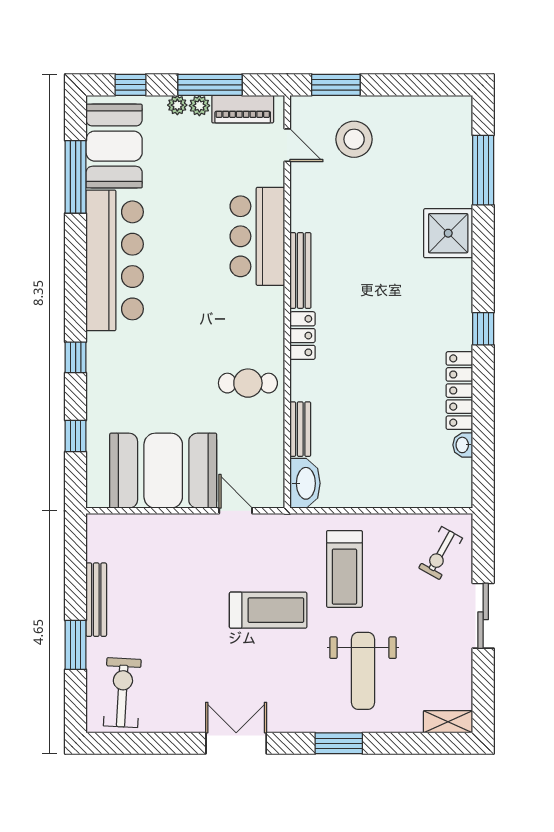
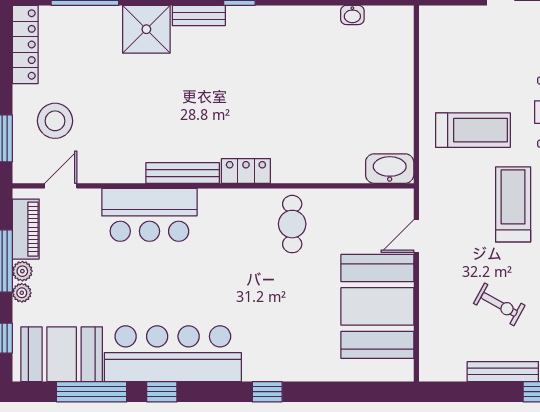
locker: (459, 391) -> (25, 44), moved, turned -90
bench: (300, 429) -> (199, 16), moved
window: (76, 436) -> (162, 392), moved
exercise bike: (441, 553) -> (499, 304), moved

